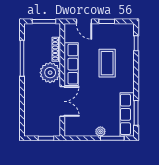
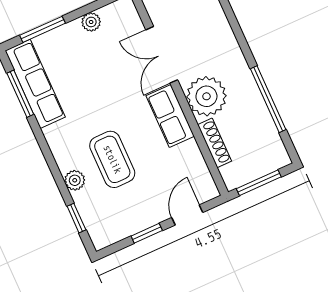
door: (84, 21) -> (187, 215), hinge flipped
plant: (129, 61) -> (75, 180), added
row of seats: (71, 64) -> (170, 116), width x0.68
plant: (100, 131) -> (91, 22), moved

